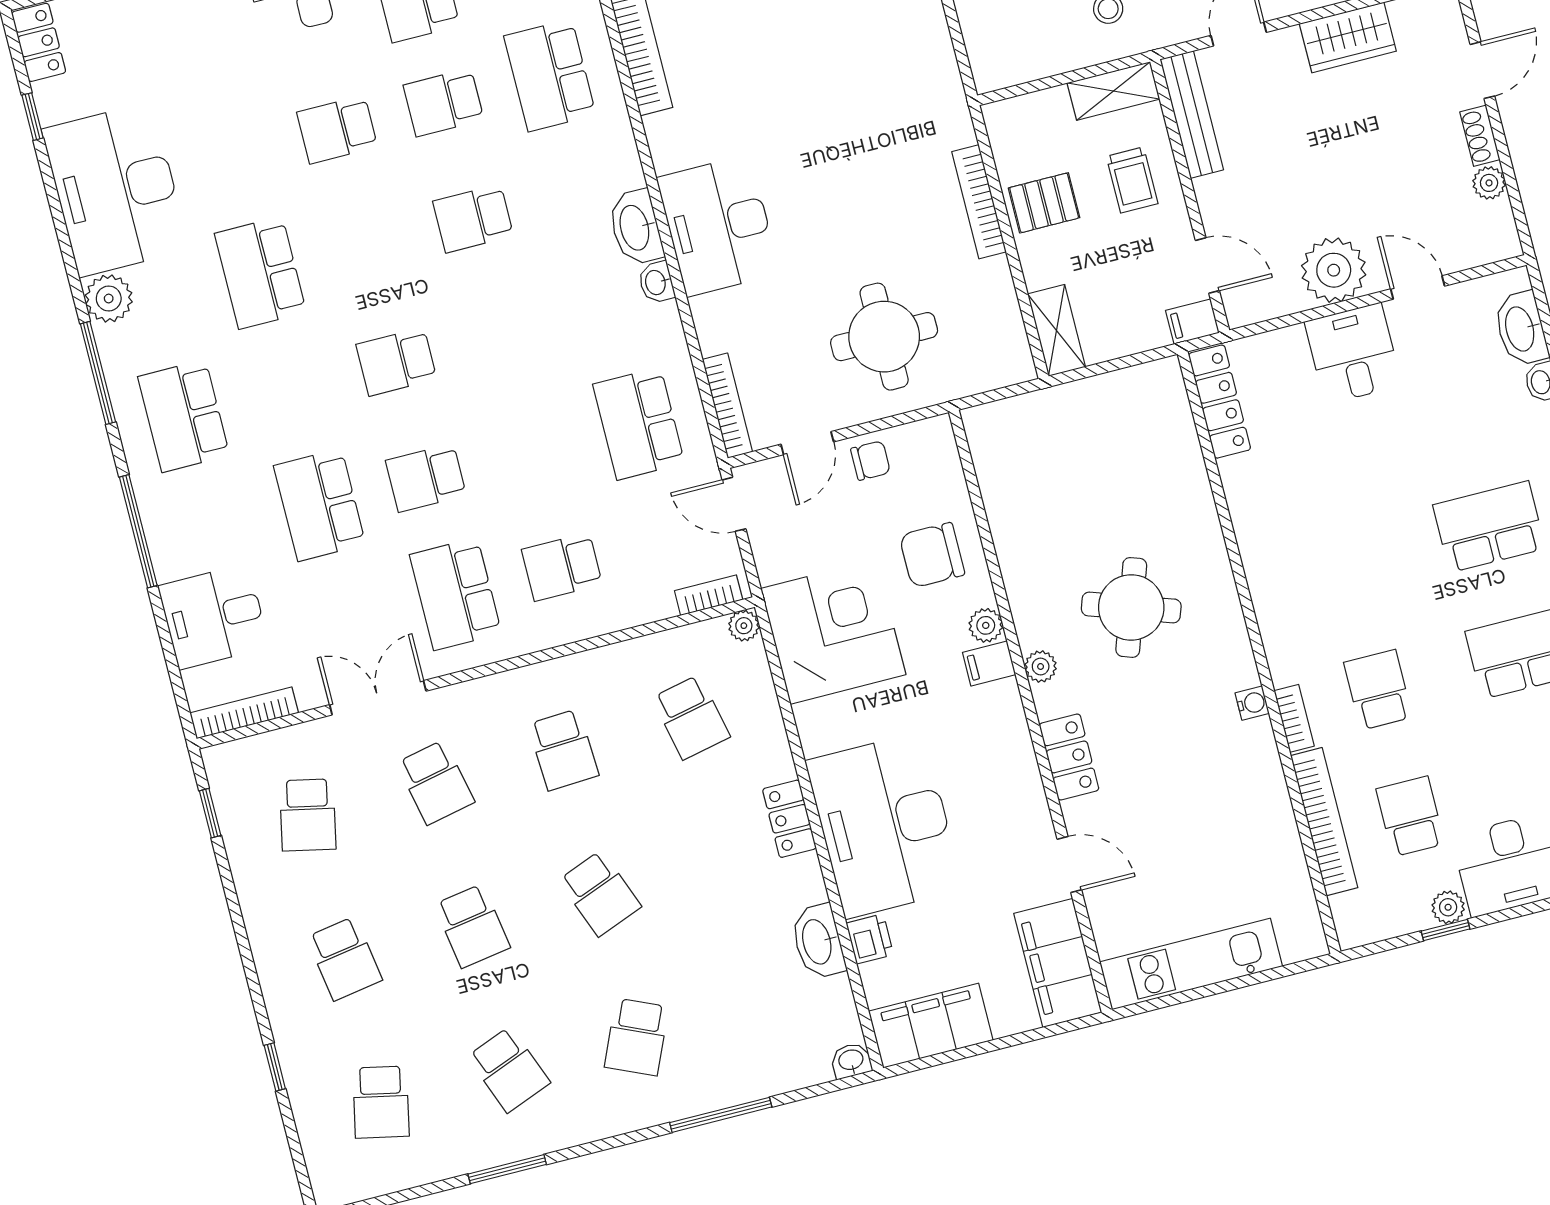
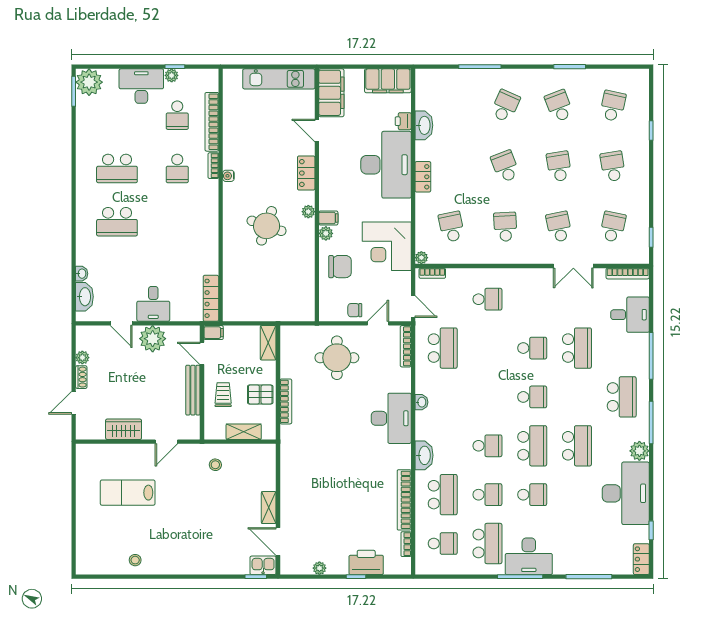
shelving: (1113, 91) -> (244, 432), moved
bench: (1192, 114) -> (193, 390), moved
washbasin: (636, 227) -> (424, 455), moved
school desk: (456, 594) -> (532, 446), moved
washbasin: (851, 1061) -> (423, 75), removed

